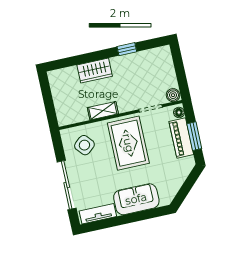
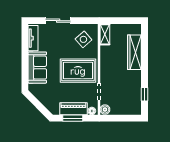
window: (127, 49) -> (144, 94), moved
wardrobe: (95, 71) -> (134, 52), width x1.50
shelving: (103, 111) -> (105, 34), moved
sliding door: (67, 185) -> (58, 21), width x0.73

